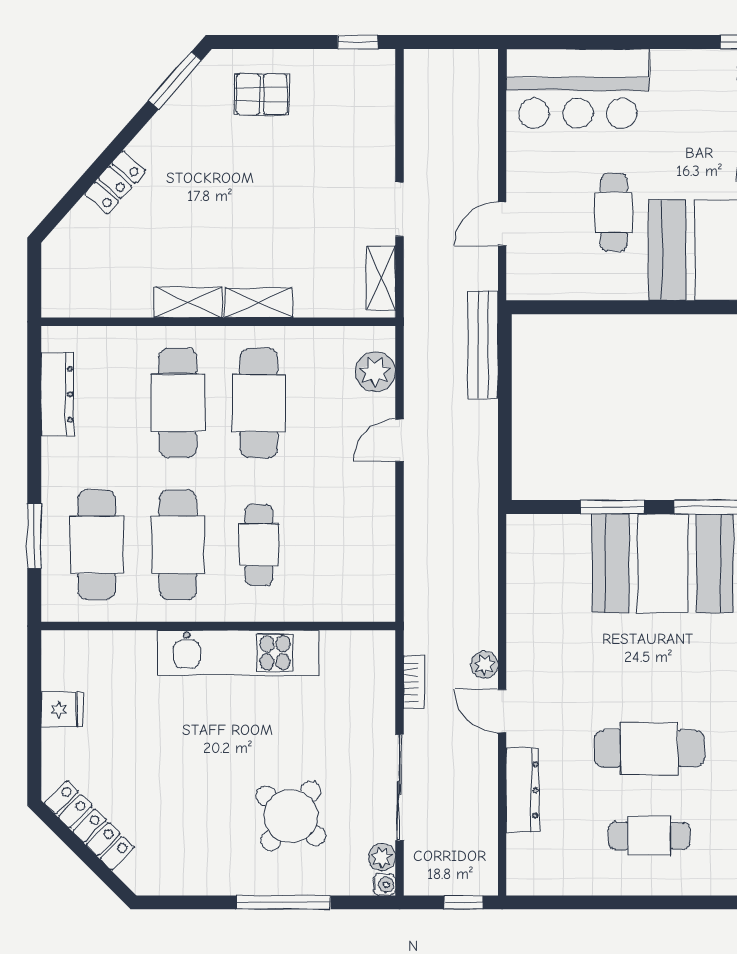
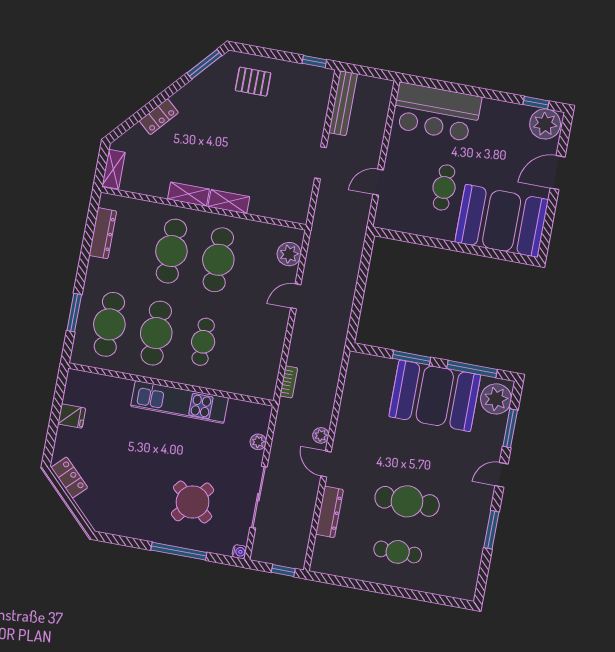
shelving: (381, 278) -> (114, 169), moved
bench: (483, 345) -> (343, 103), moved
bookcase: (414, 682) -> (289, 382), moved
locker: (89, 825) -> (69, 478), width x0.66
plant: (382, 857) -> (258, 442), moved

